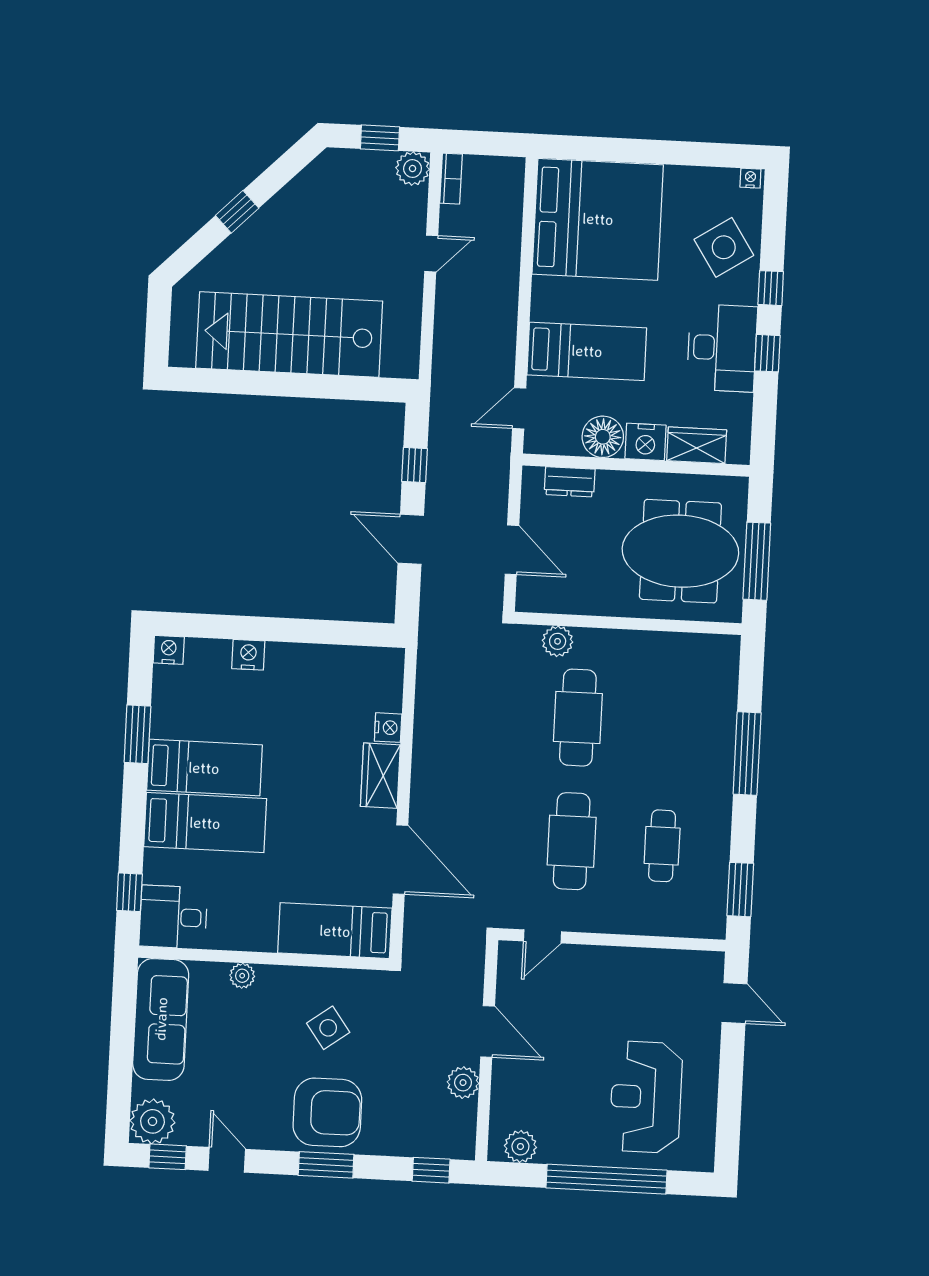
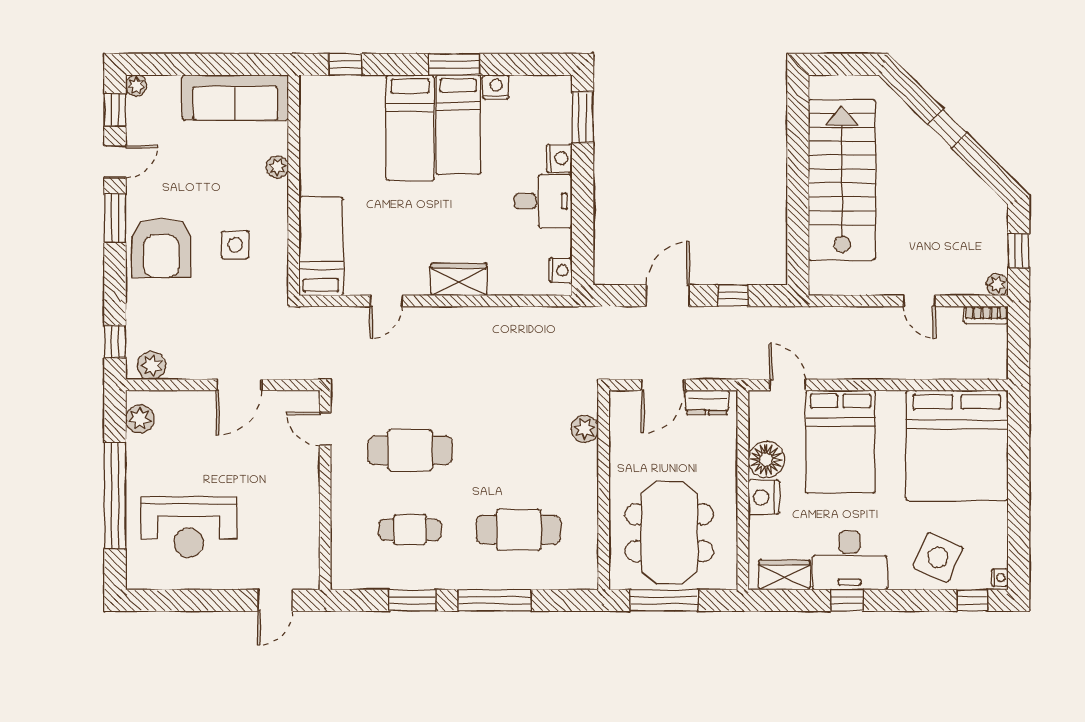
plant: (413, 169) -> (997, 285), width x0.73, depth x0.73
side table: (724, 247) -> (938, 557), turned -33
window: (771, 288) -> (972, 600), moved
bed: (587, 351) -> (840, 442), width x1.50
wardrobe: (697, 445) -> (784, 575), moved, turned -90
dresser: (570, 482) -> (707, 402), moved, turned -90
window: (203, 626) -> (583, 118), added
nightstand: (169, 650) -> (496, 87), moved, turned -90
cafe table: (578, 718) -> (519, 530), moved
nightstand: (388, 728) -> (561, 270), moved, turned -90
window: (137, 734) -> (454, 64), moved
door: (400, 860) -> (386, 301), width x0.53
window: (740, 890) -> (412, 600), moved
desk: (173, 917) -> (543, 201), moved, turned 90
side table: (328, 1028) -> (235, 245), turned 36
plant: (463, 1083) -> (152, 366), moved
reception desk: (646, 1097) -> (189, 527), turned 180
plant: (152, 1121) -> (136, 86), width x0.53, depth x0.53
window: (326, 1165) -> (115, 218), moved

